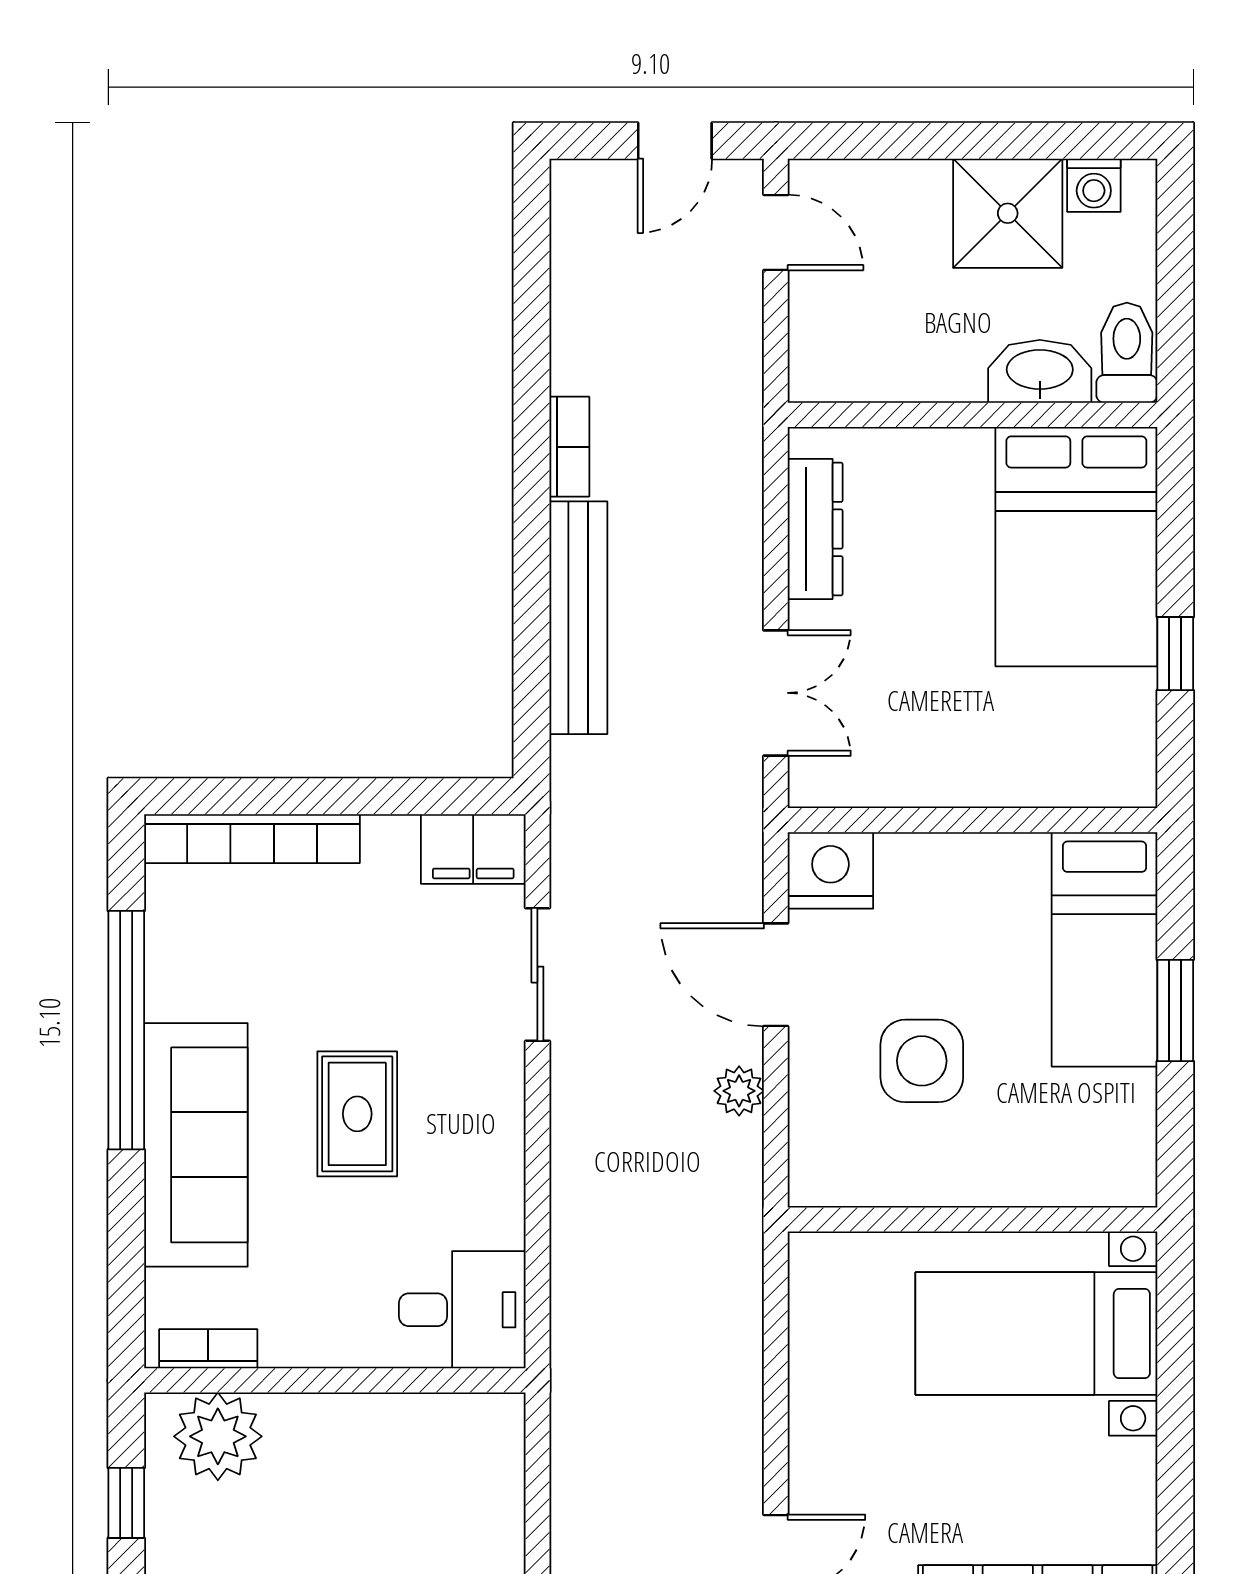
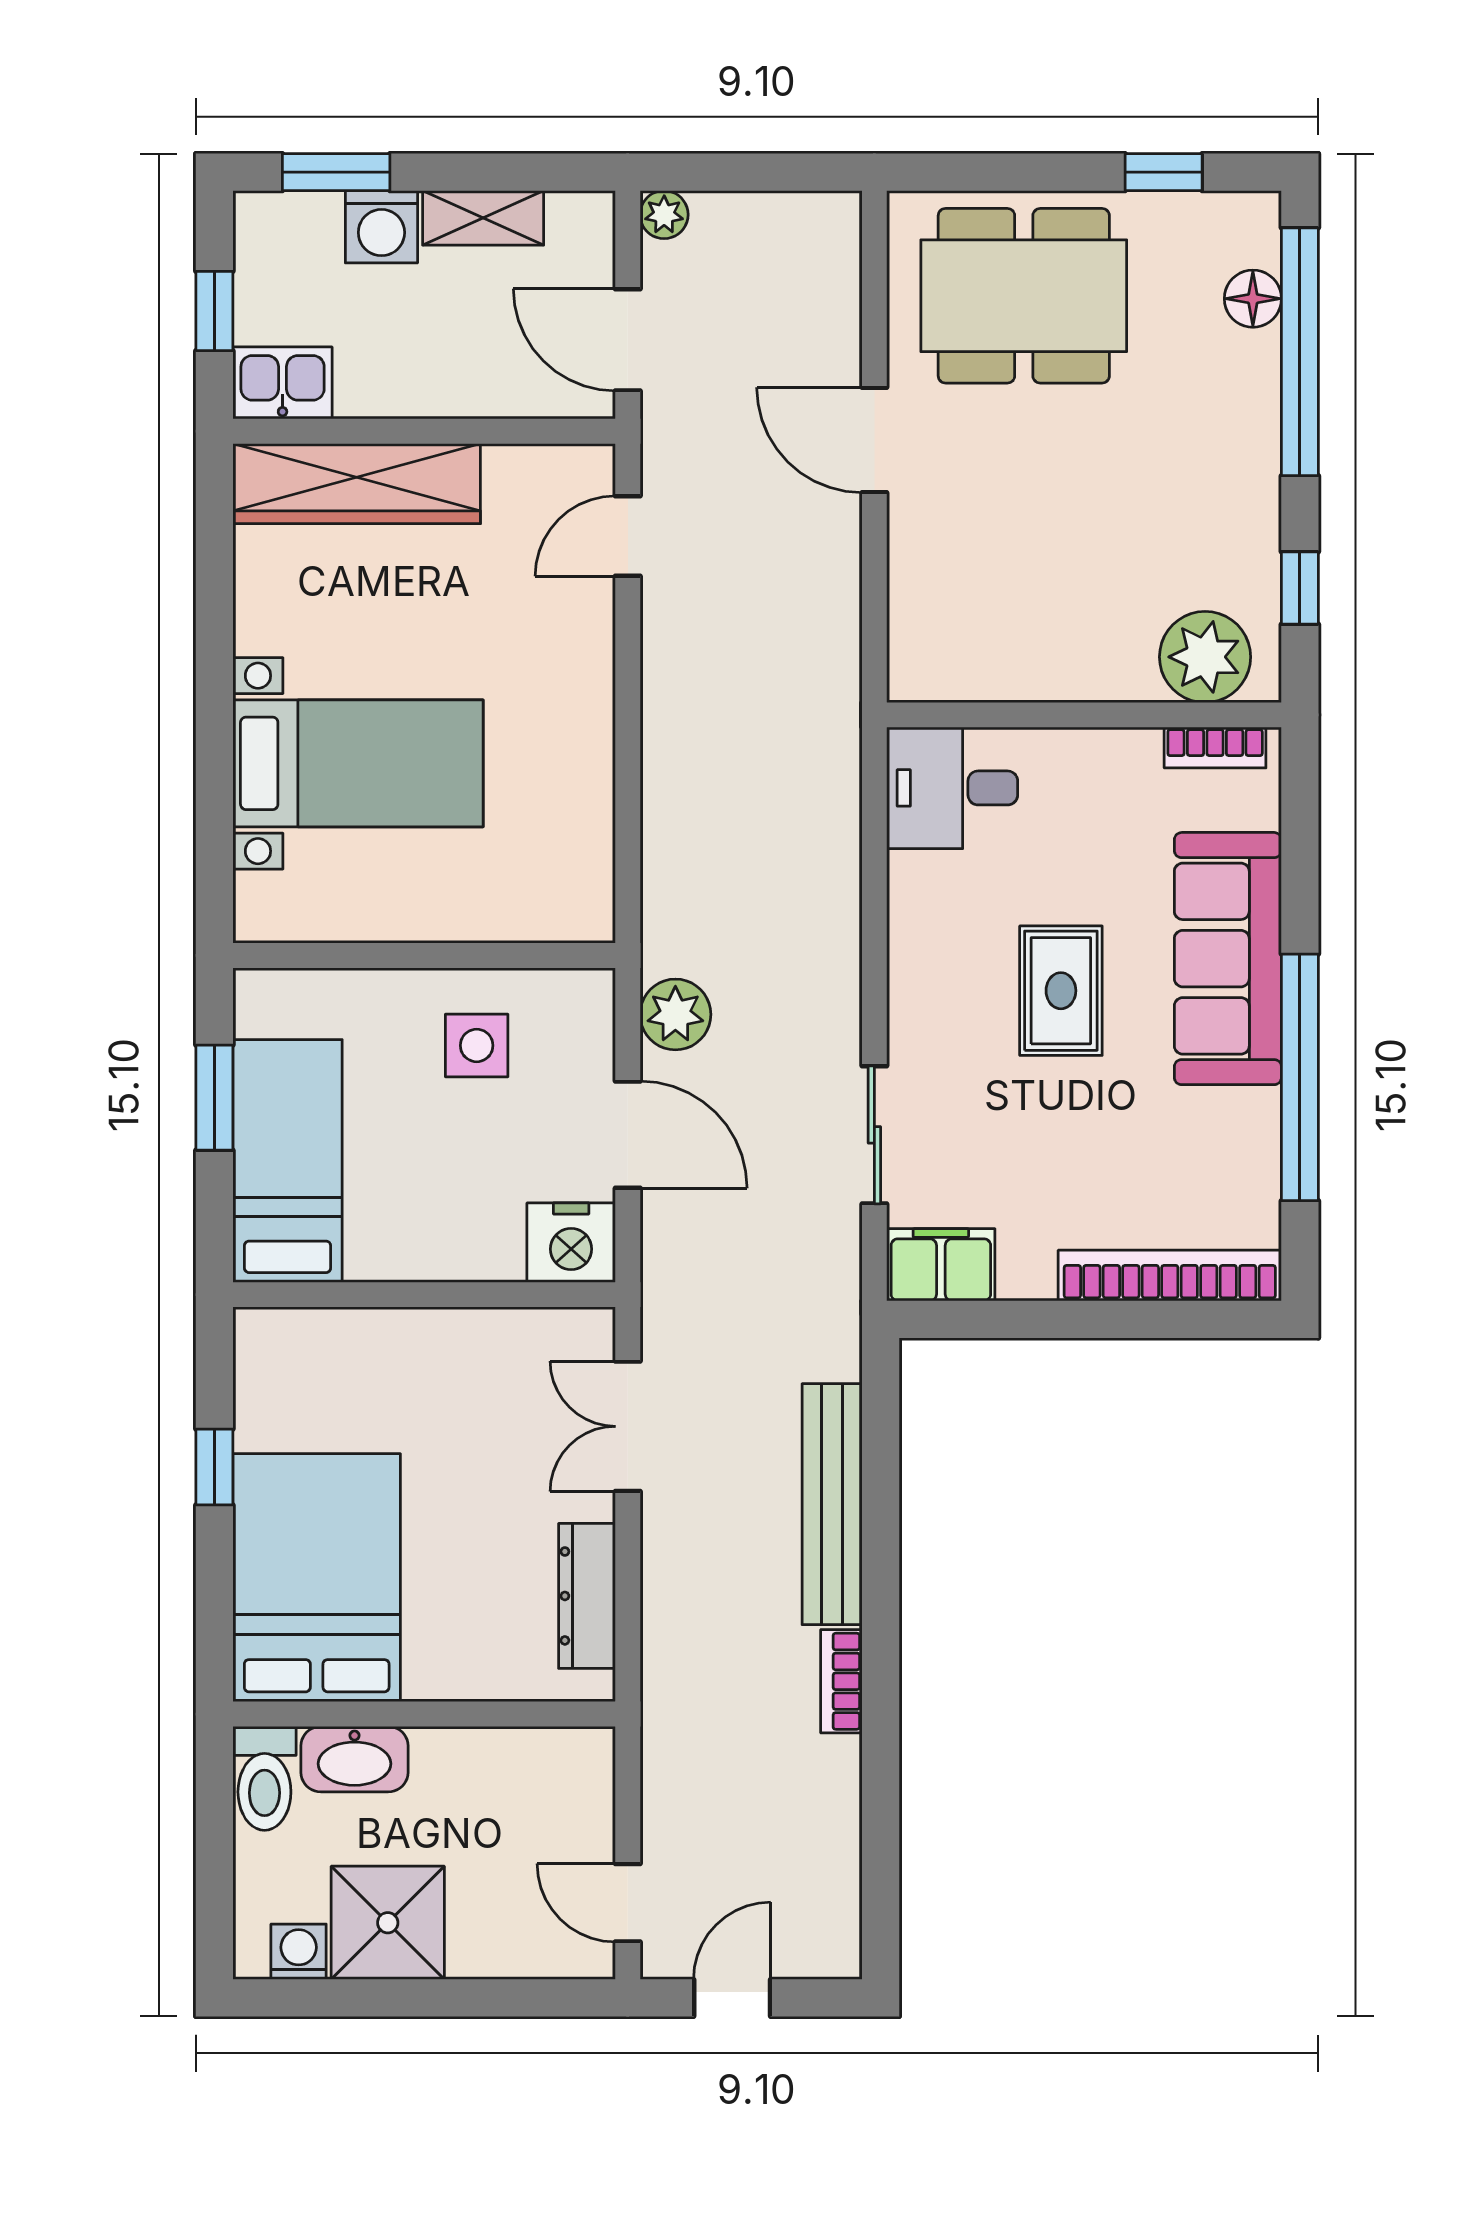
side table: (922, 1061) -> (477, 1045), width x0.73, depth x0.73
plant: (739, 1091) -> (675, 1014), width x1.38, depth x1.38
wall: (972, 1219) -> (424, 955), moved

